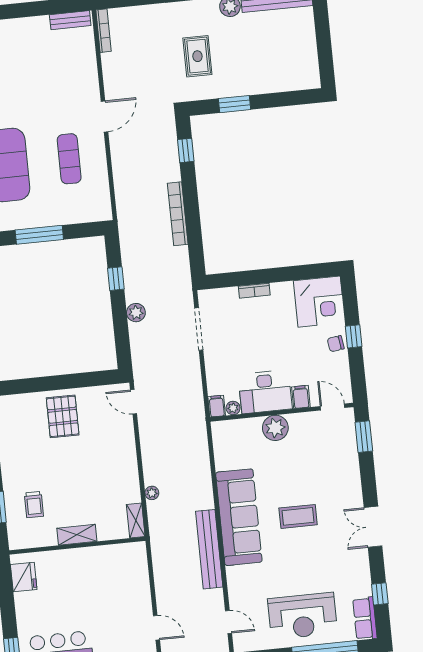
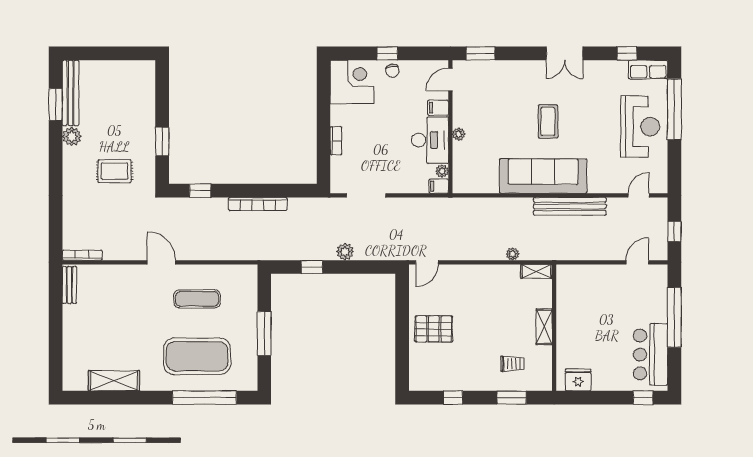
plant: (275, 428) -> (459, 134), width x0.53, depth x0.53

